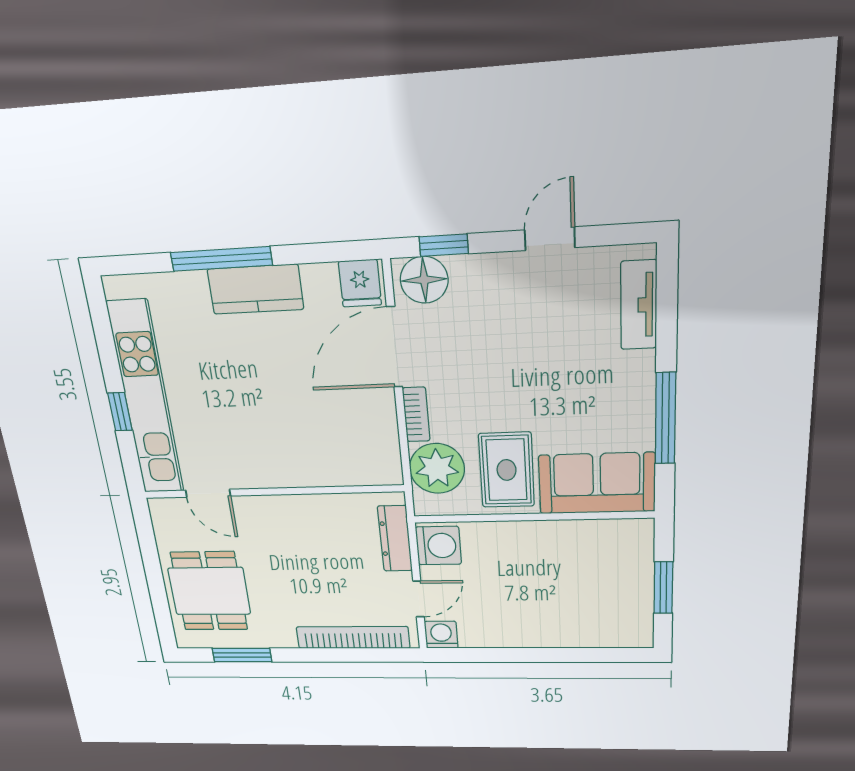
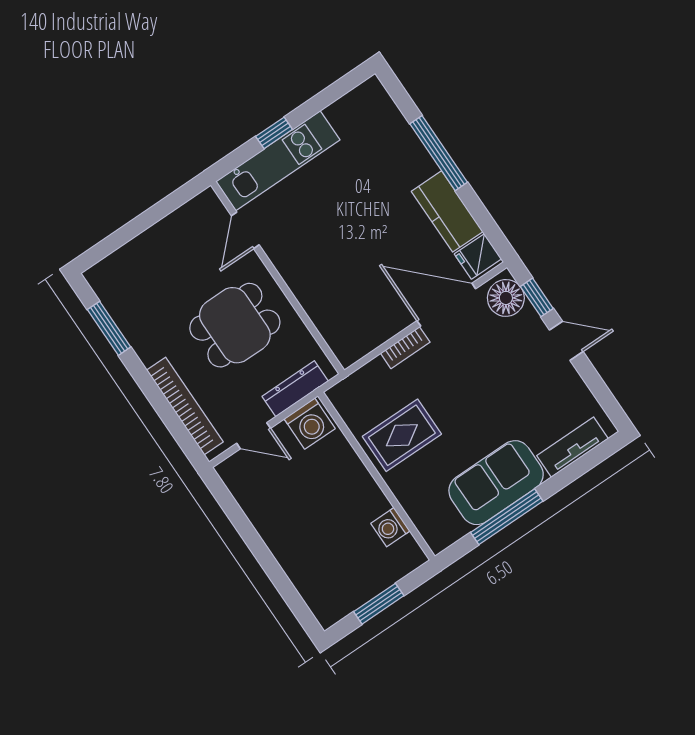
door: (550, 239) -> (566, 341), moved
kitchen counter: (256, 289) -> (447, 211), moved
kitchen unit: (146, 399) -> (278, 161), width x0.73
plant: (437, 468) -> (372, 386), removed
sofa: (597, 483) -> (496, 483), moved, turned -90
dining table: (209, 591) -> (235, 325), moved
washing machine: (441, 635) -> (390, 527), moved, turned 180

